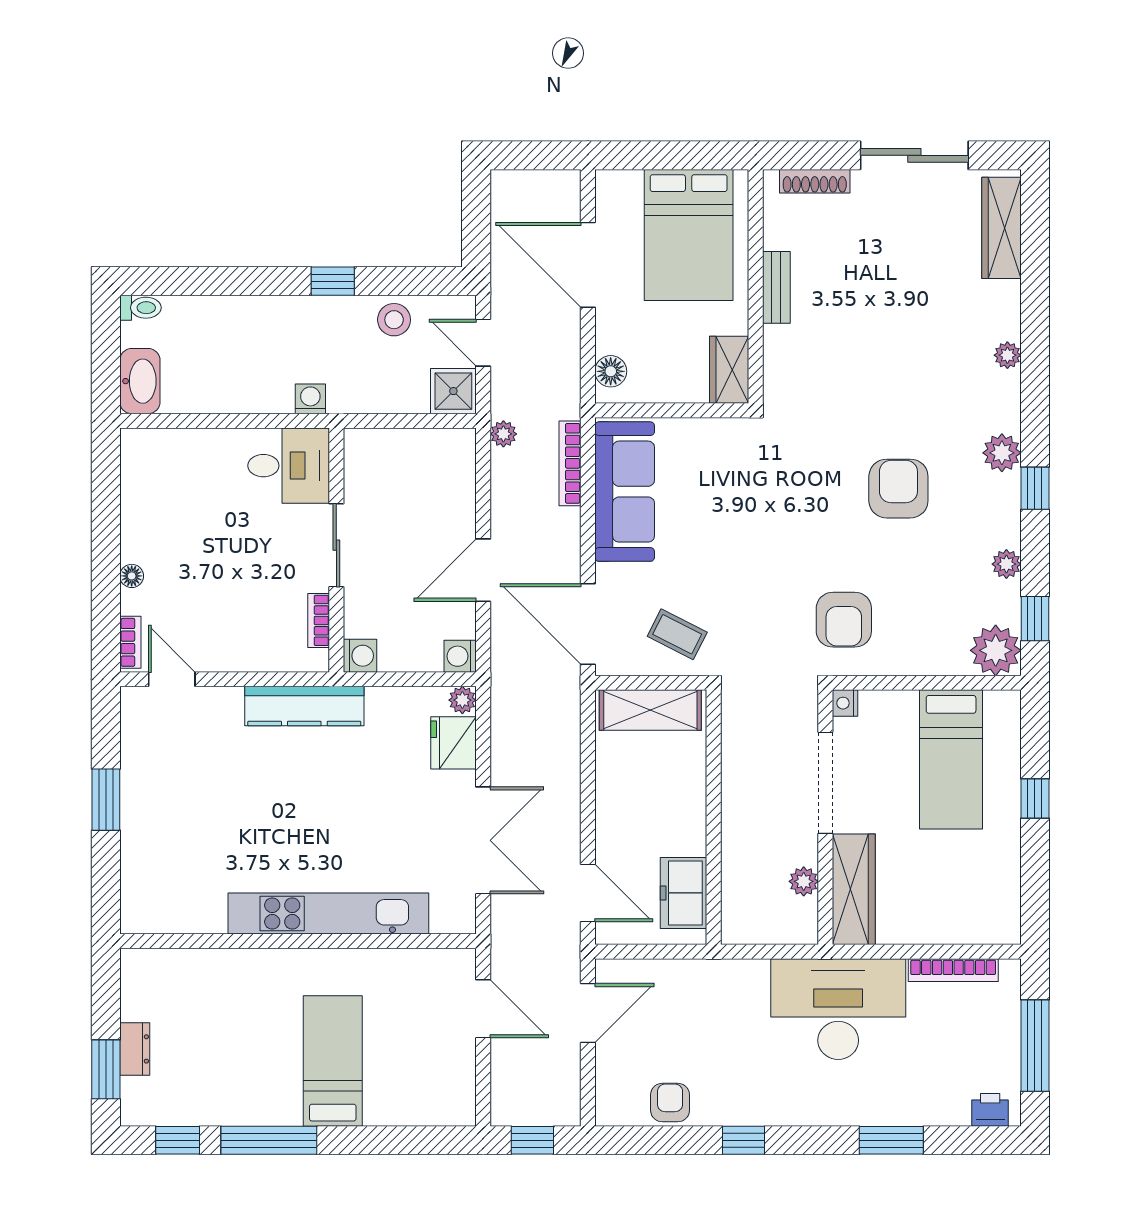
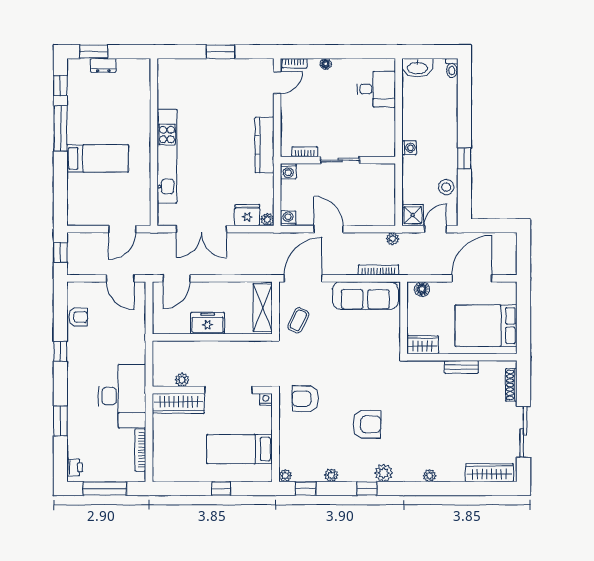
desk: (289, 466) -> (376, 89), moved, turned -90
plant: (996, 650) -> (285, 476), width x0.53, depth x0.53
freezer: (683, 893) -> (208, 323), moved

